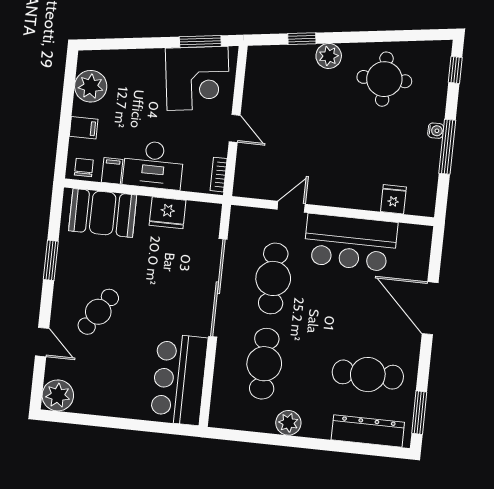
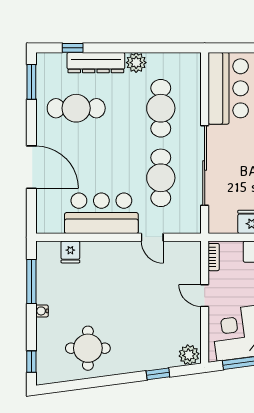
plant: (329, 56) -> (189, 355), moved
window: (447, 147) -> (31, 282), moved
door: (291, 207) -> (152, 237), hinge flipped
dresser: (368, 431) -> (96, 63), moved
window: (364, 449) -> (73, 48), added

